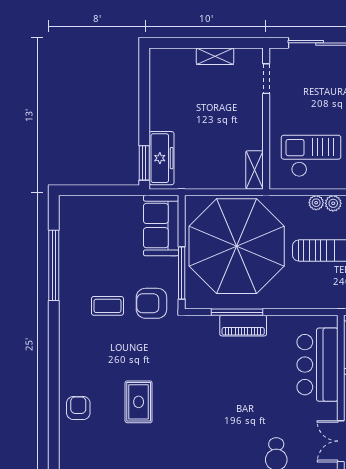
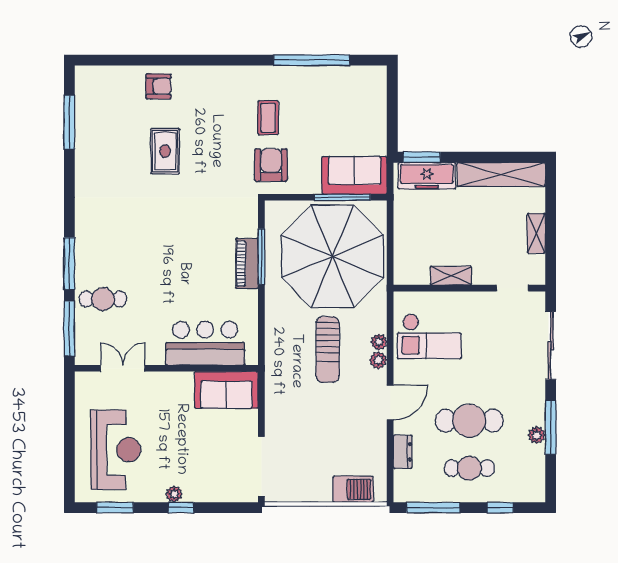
shelving: (160, 89) -> (501, 175), added
checkout: (311, 156) -> (429, 336), turned 90
shelving: (255, 170) -> (451, 276), moved
window: (182, 273) -> (342, 197), moved
rug: (139, 402) -> (165, 151), turned 90

